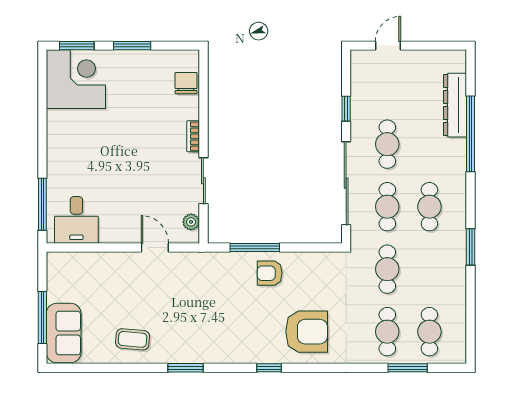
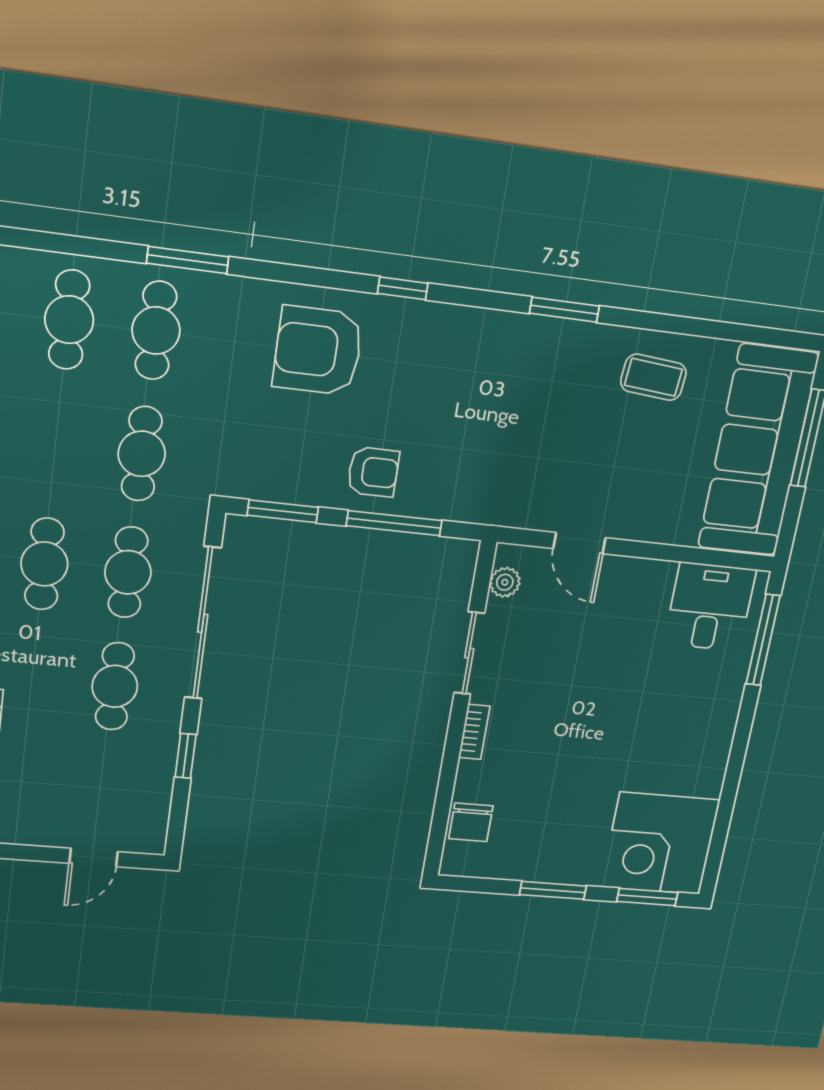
window: (313, 247) -> (283, 511), added
sofa: (64, 333) -> (758, 451), width x1.85, depth x1.27
window: (408, 368) -> (188, 260), moved

